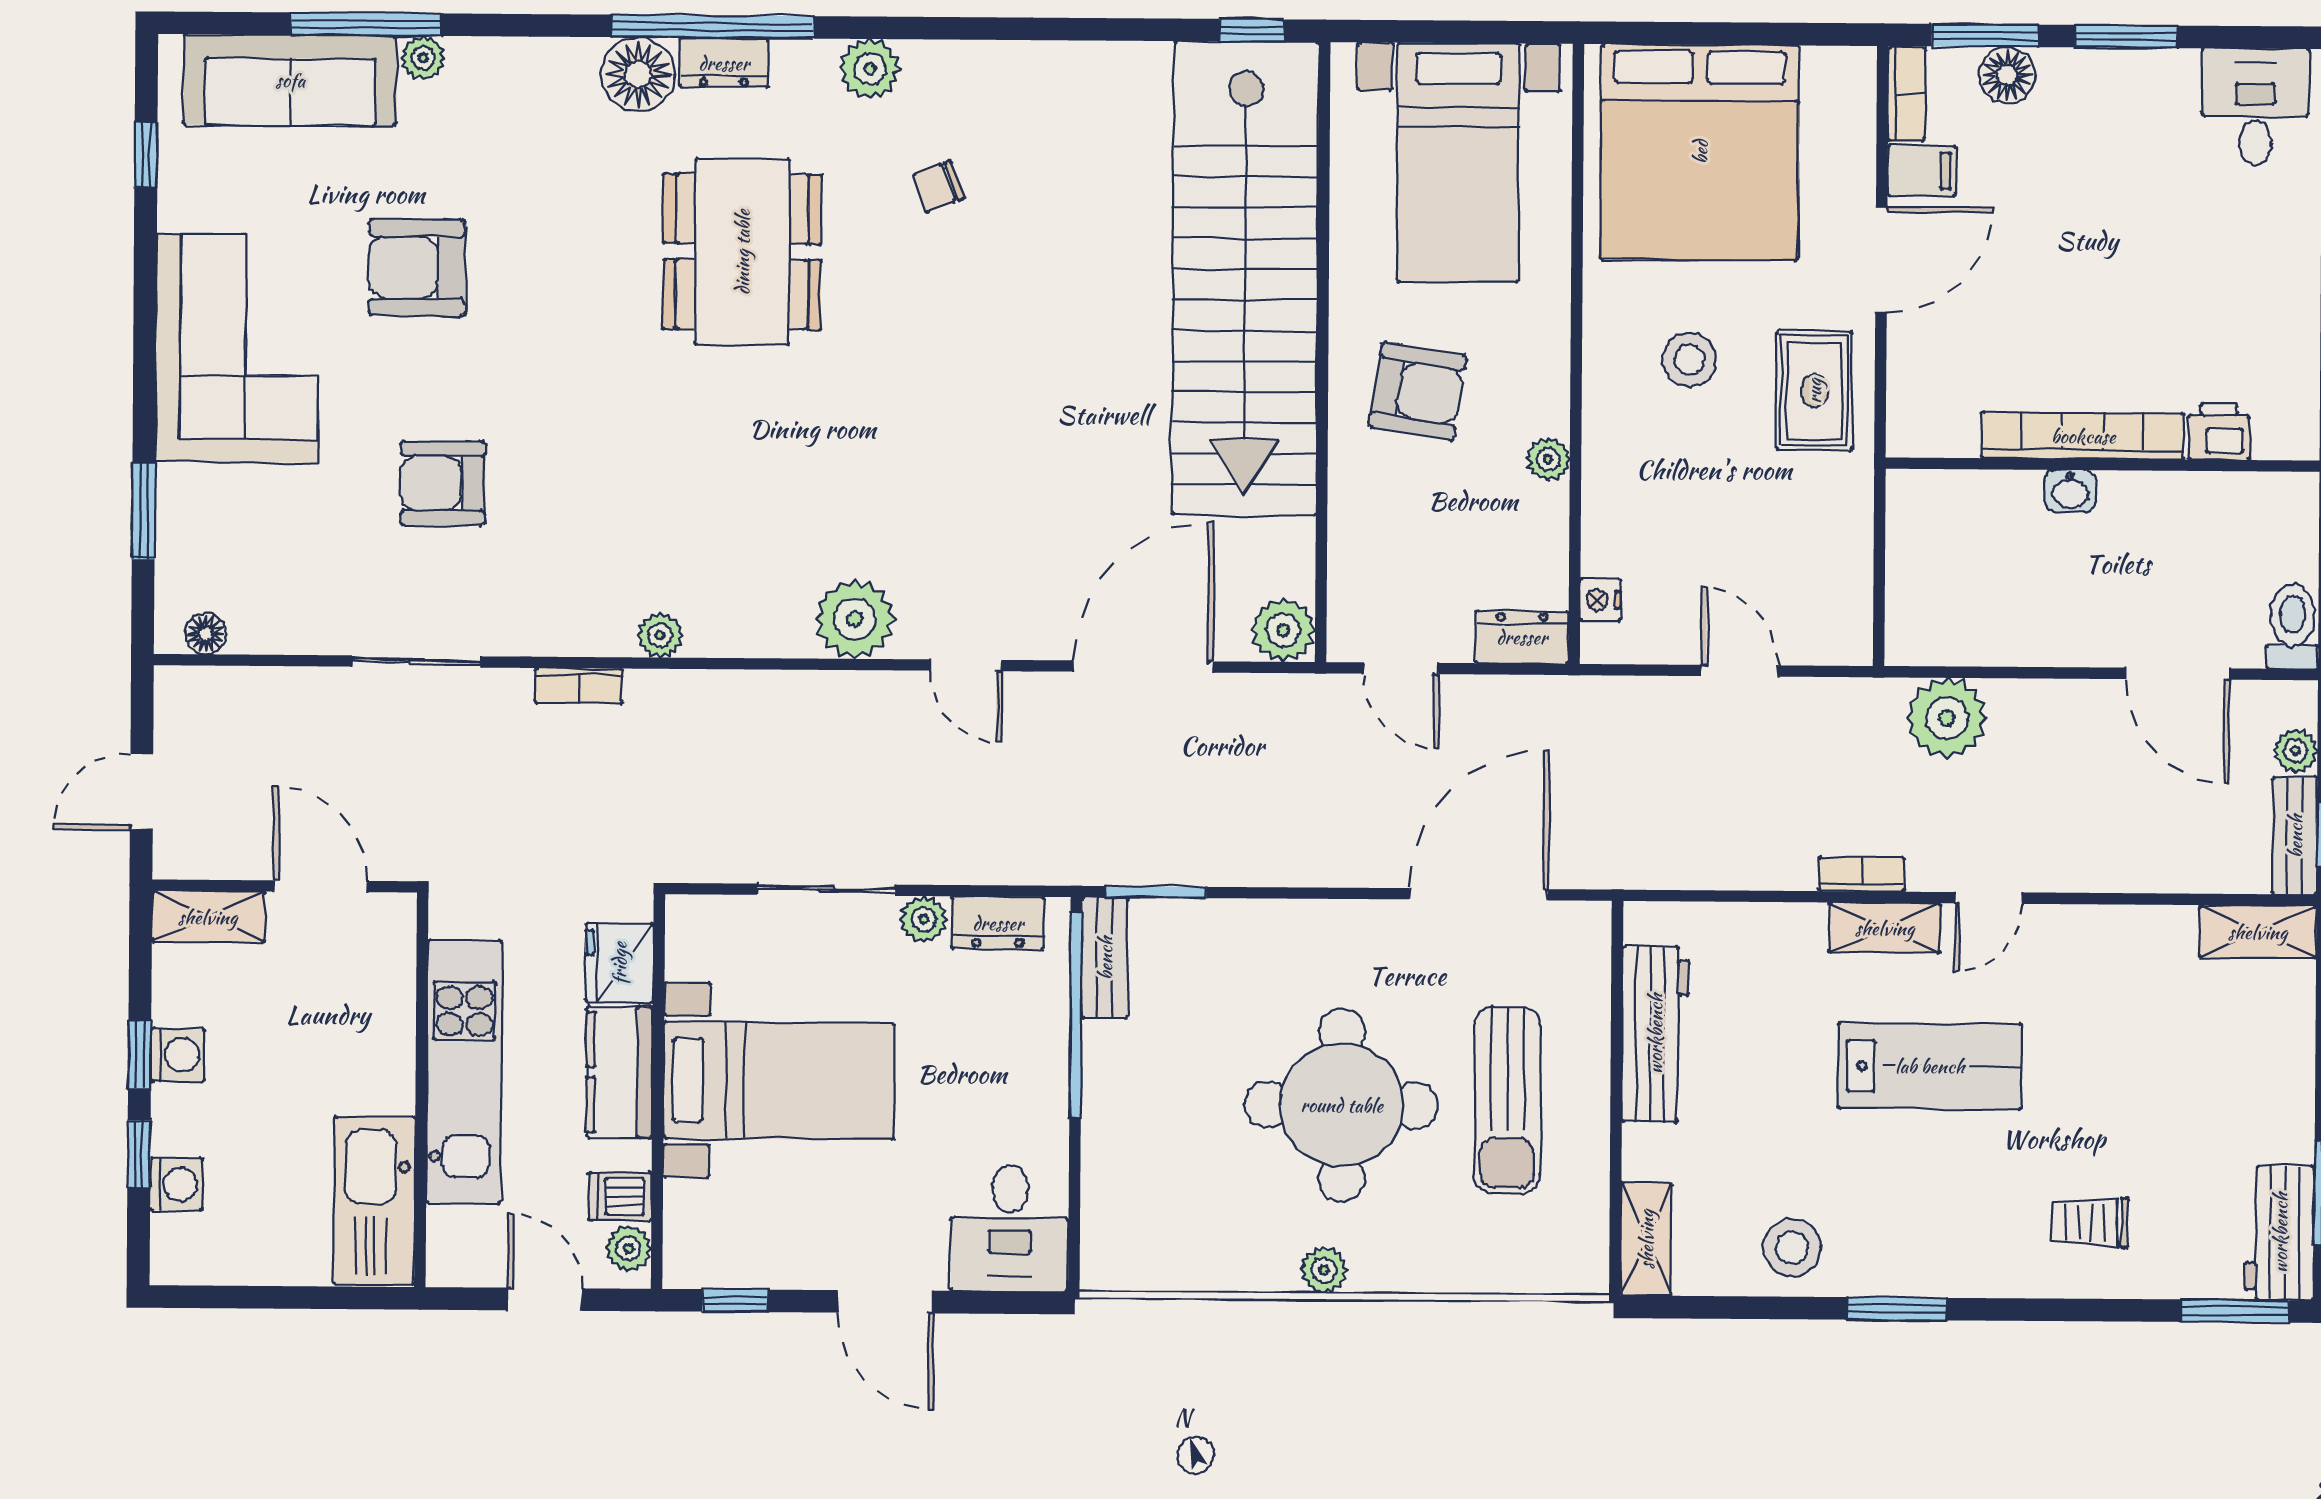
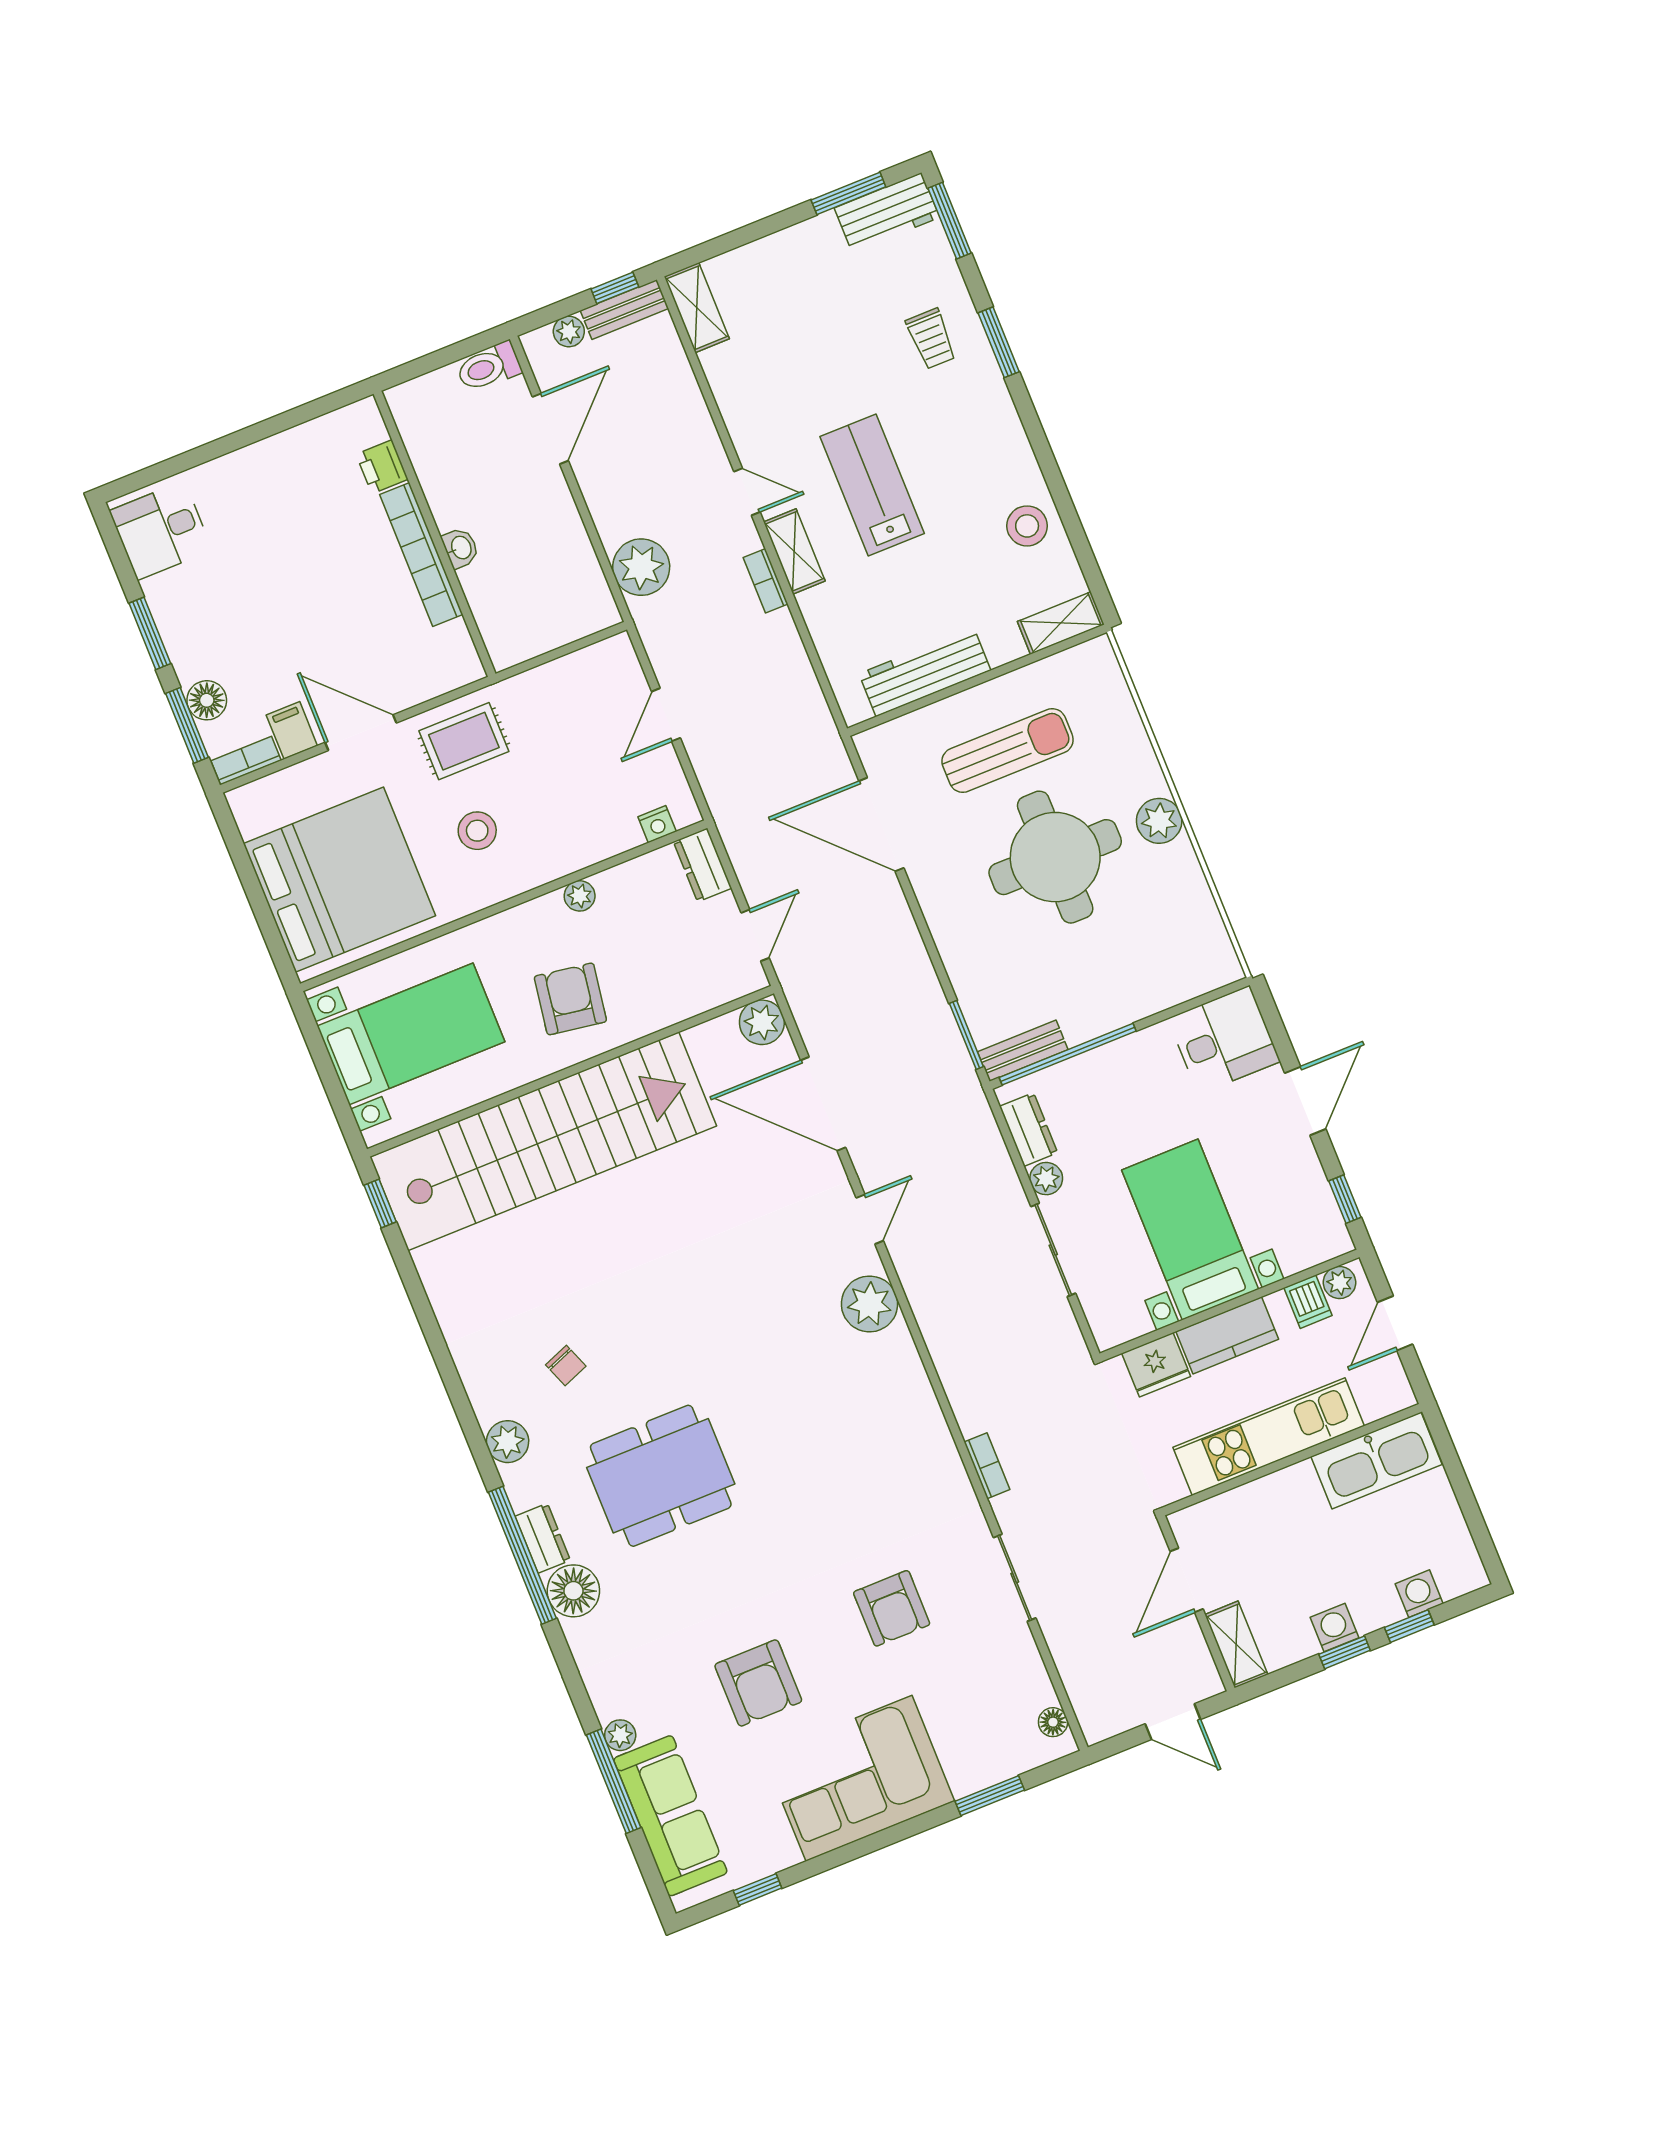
plant: (660, 635) -> (932, 1426), removed
plant: (1324, 1270) -> (1159, 821), width x1.38, depth x1.38
window: (1897, 1309) -> (999, 342), moved

